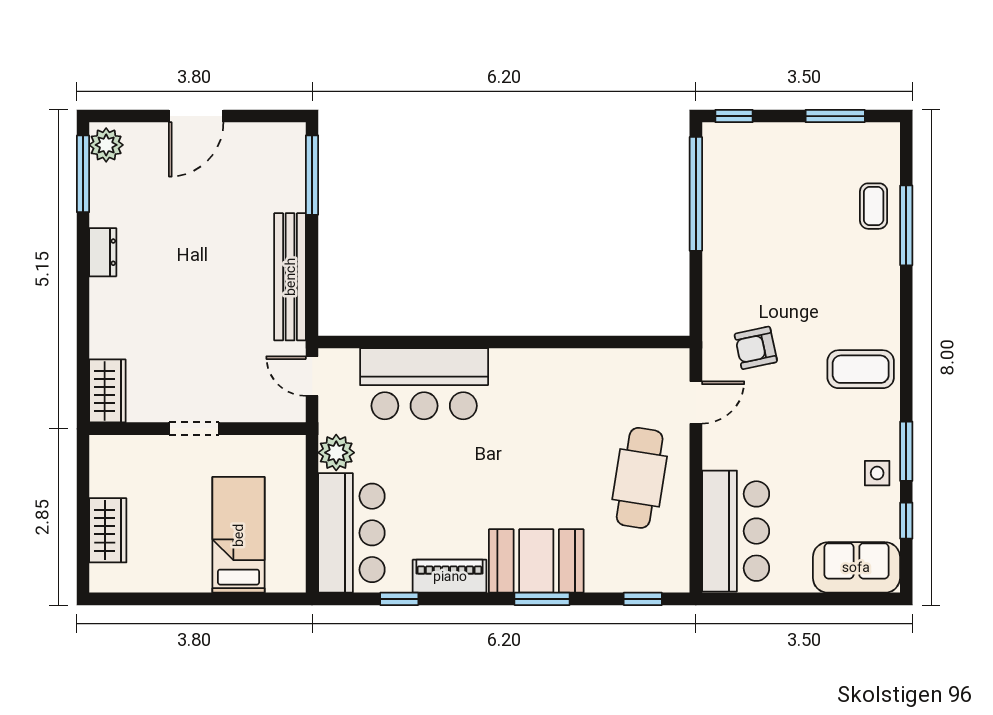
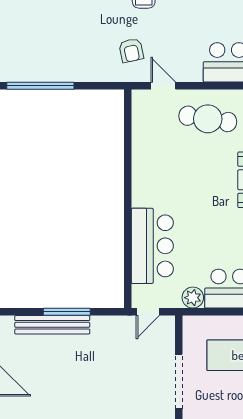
window: (312, 175) -> (67, 312), moved
bench: (290, 277) -> (52, 325), moved
doorway: (194, 429) -> (179, 381), width x1.88

